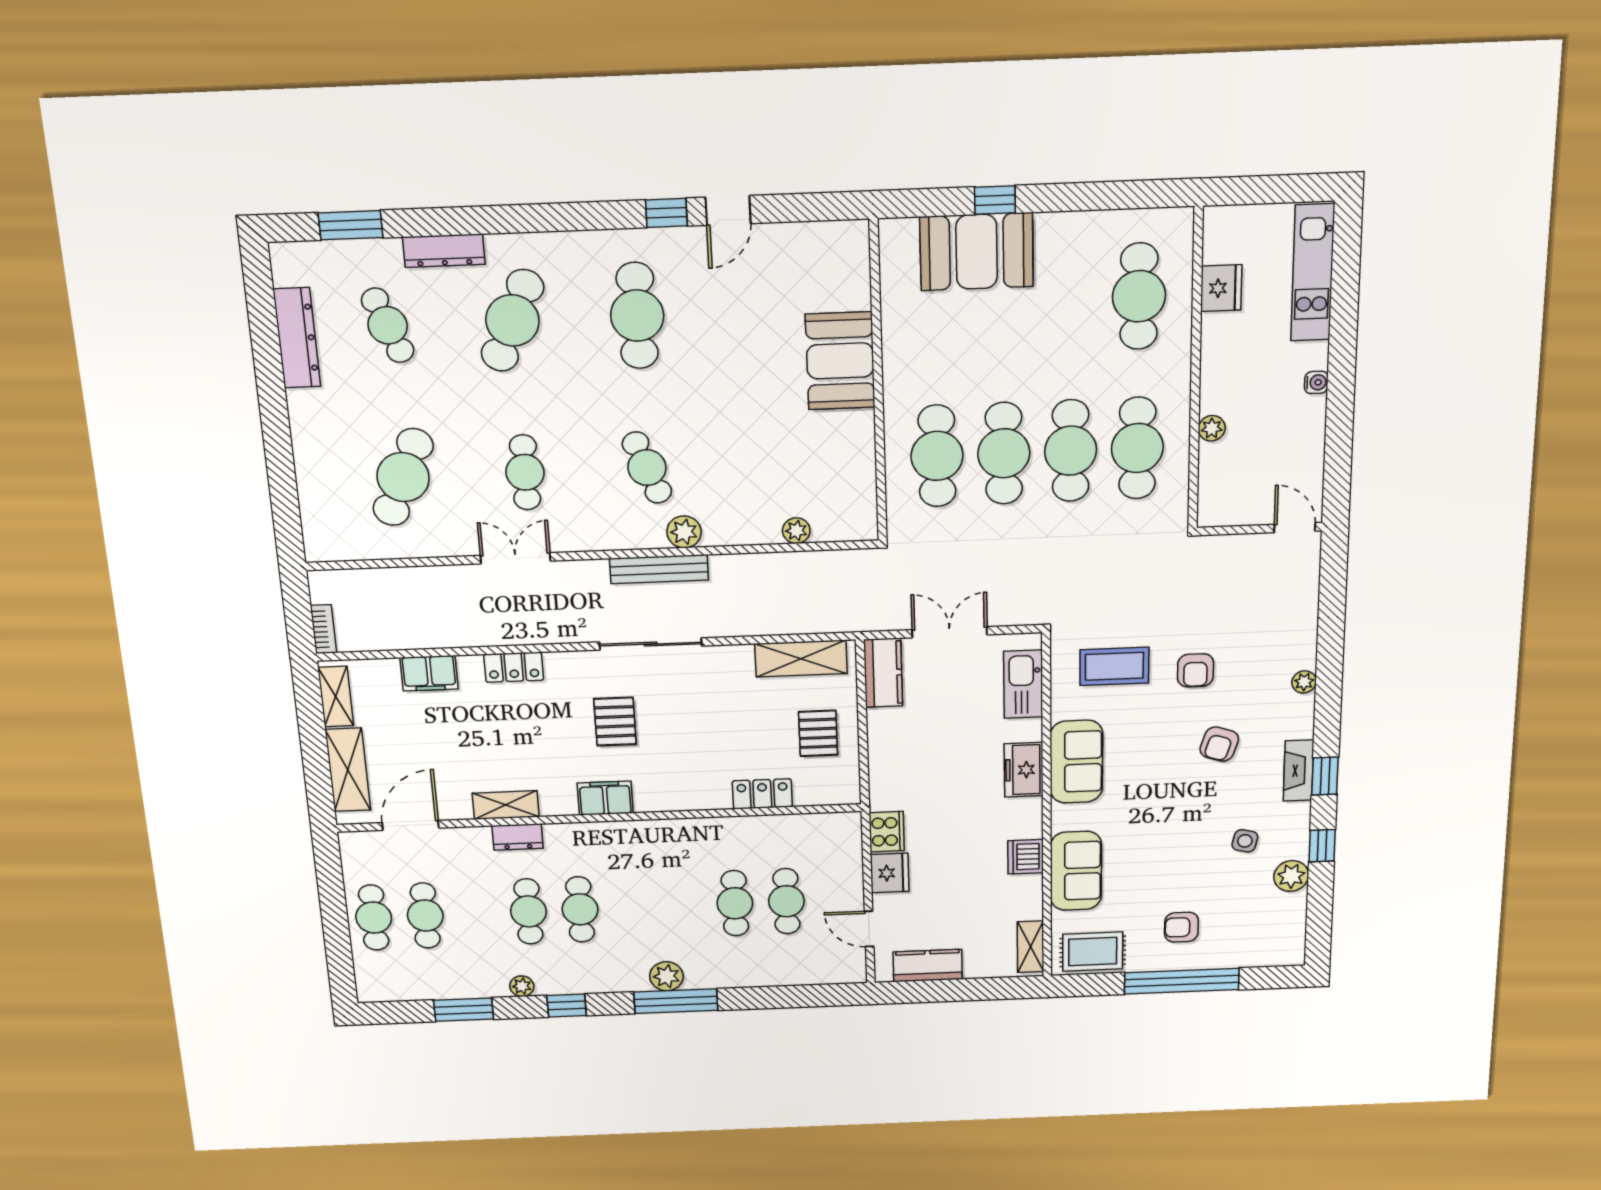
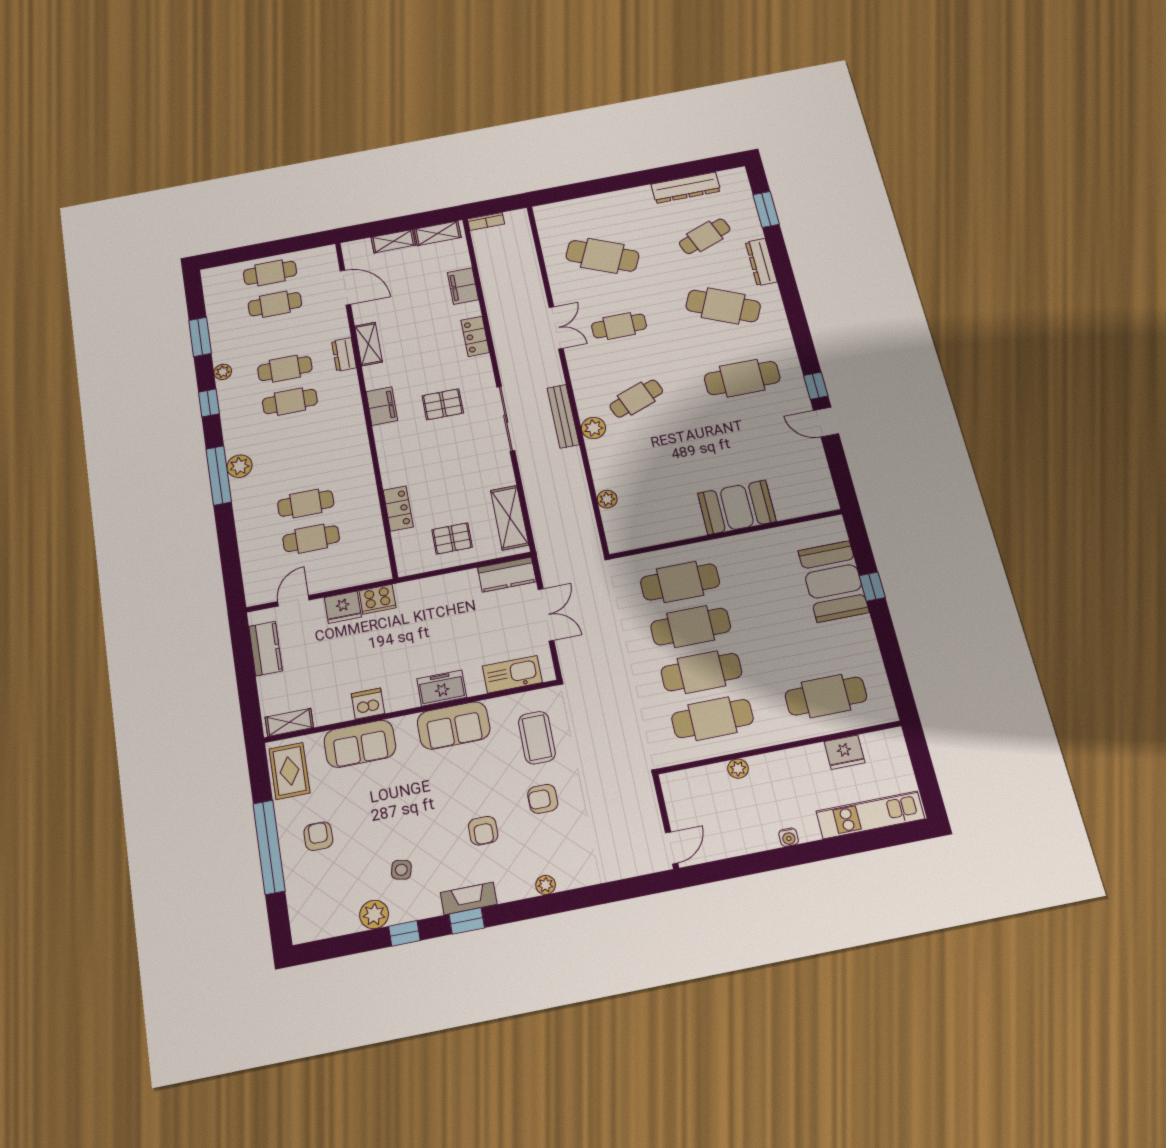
armchair: (1219, 744) -> (483, 831), turned -108
shelving: (348, 770) -> (393, 241), width x0.67, depth x0.75

